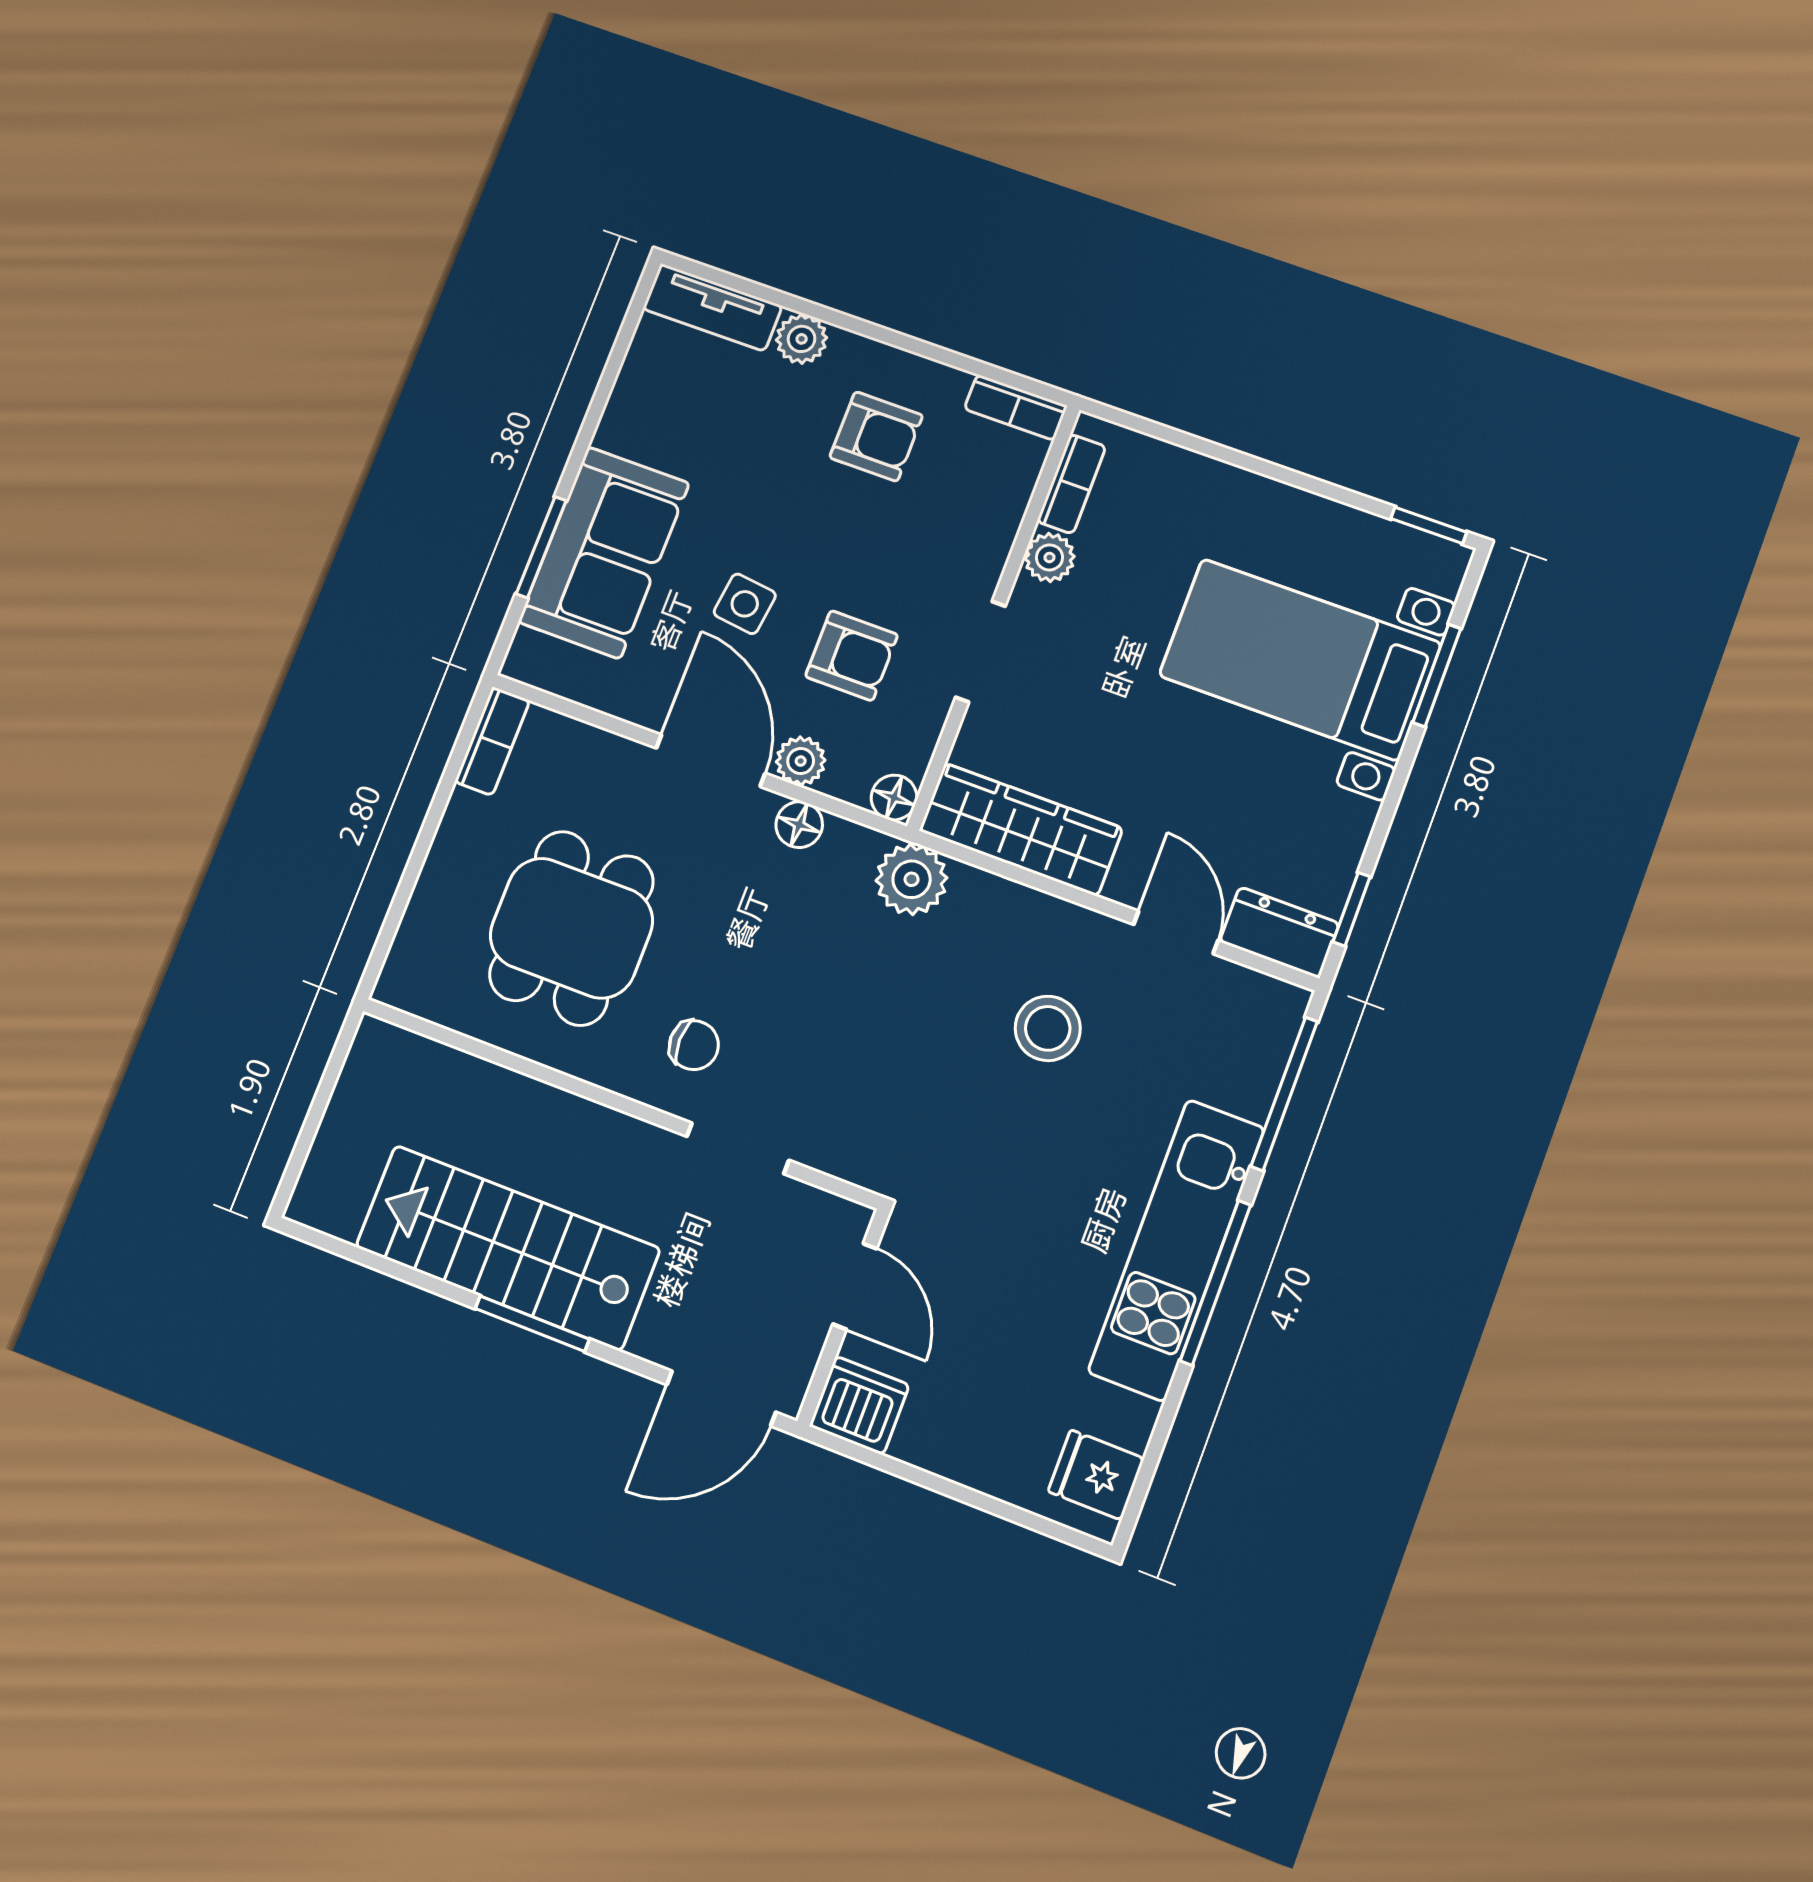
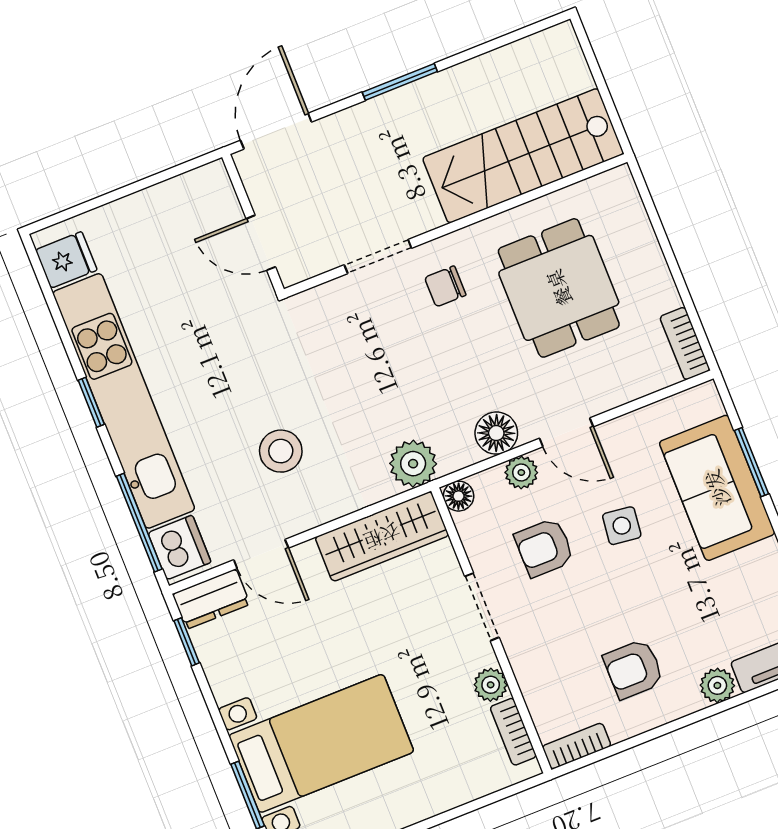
door: (711, 761) -> (566, 432), width x0.73
floor lamp: (799, 825) -> (496, 433), width x1.37, depth x1.37
stairs: (508, 1248) -> (523, 156), moved, turned 180
kitchen unit: (1176, 1250) -> (124, 401), width x1.36
window: (1215, 1283) -> (91, 402), width x0.46
dishwasher: (859, 1405) -> (179, 547), moved, turned -90

